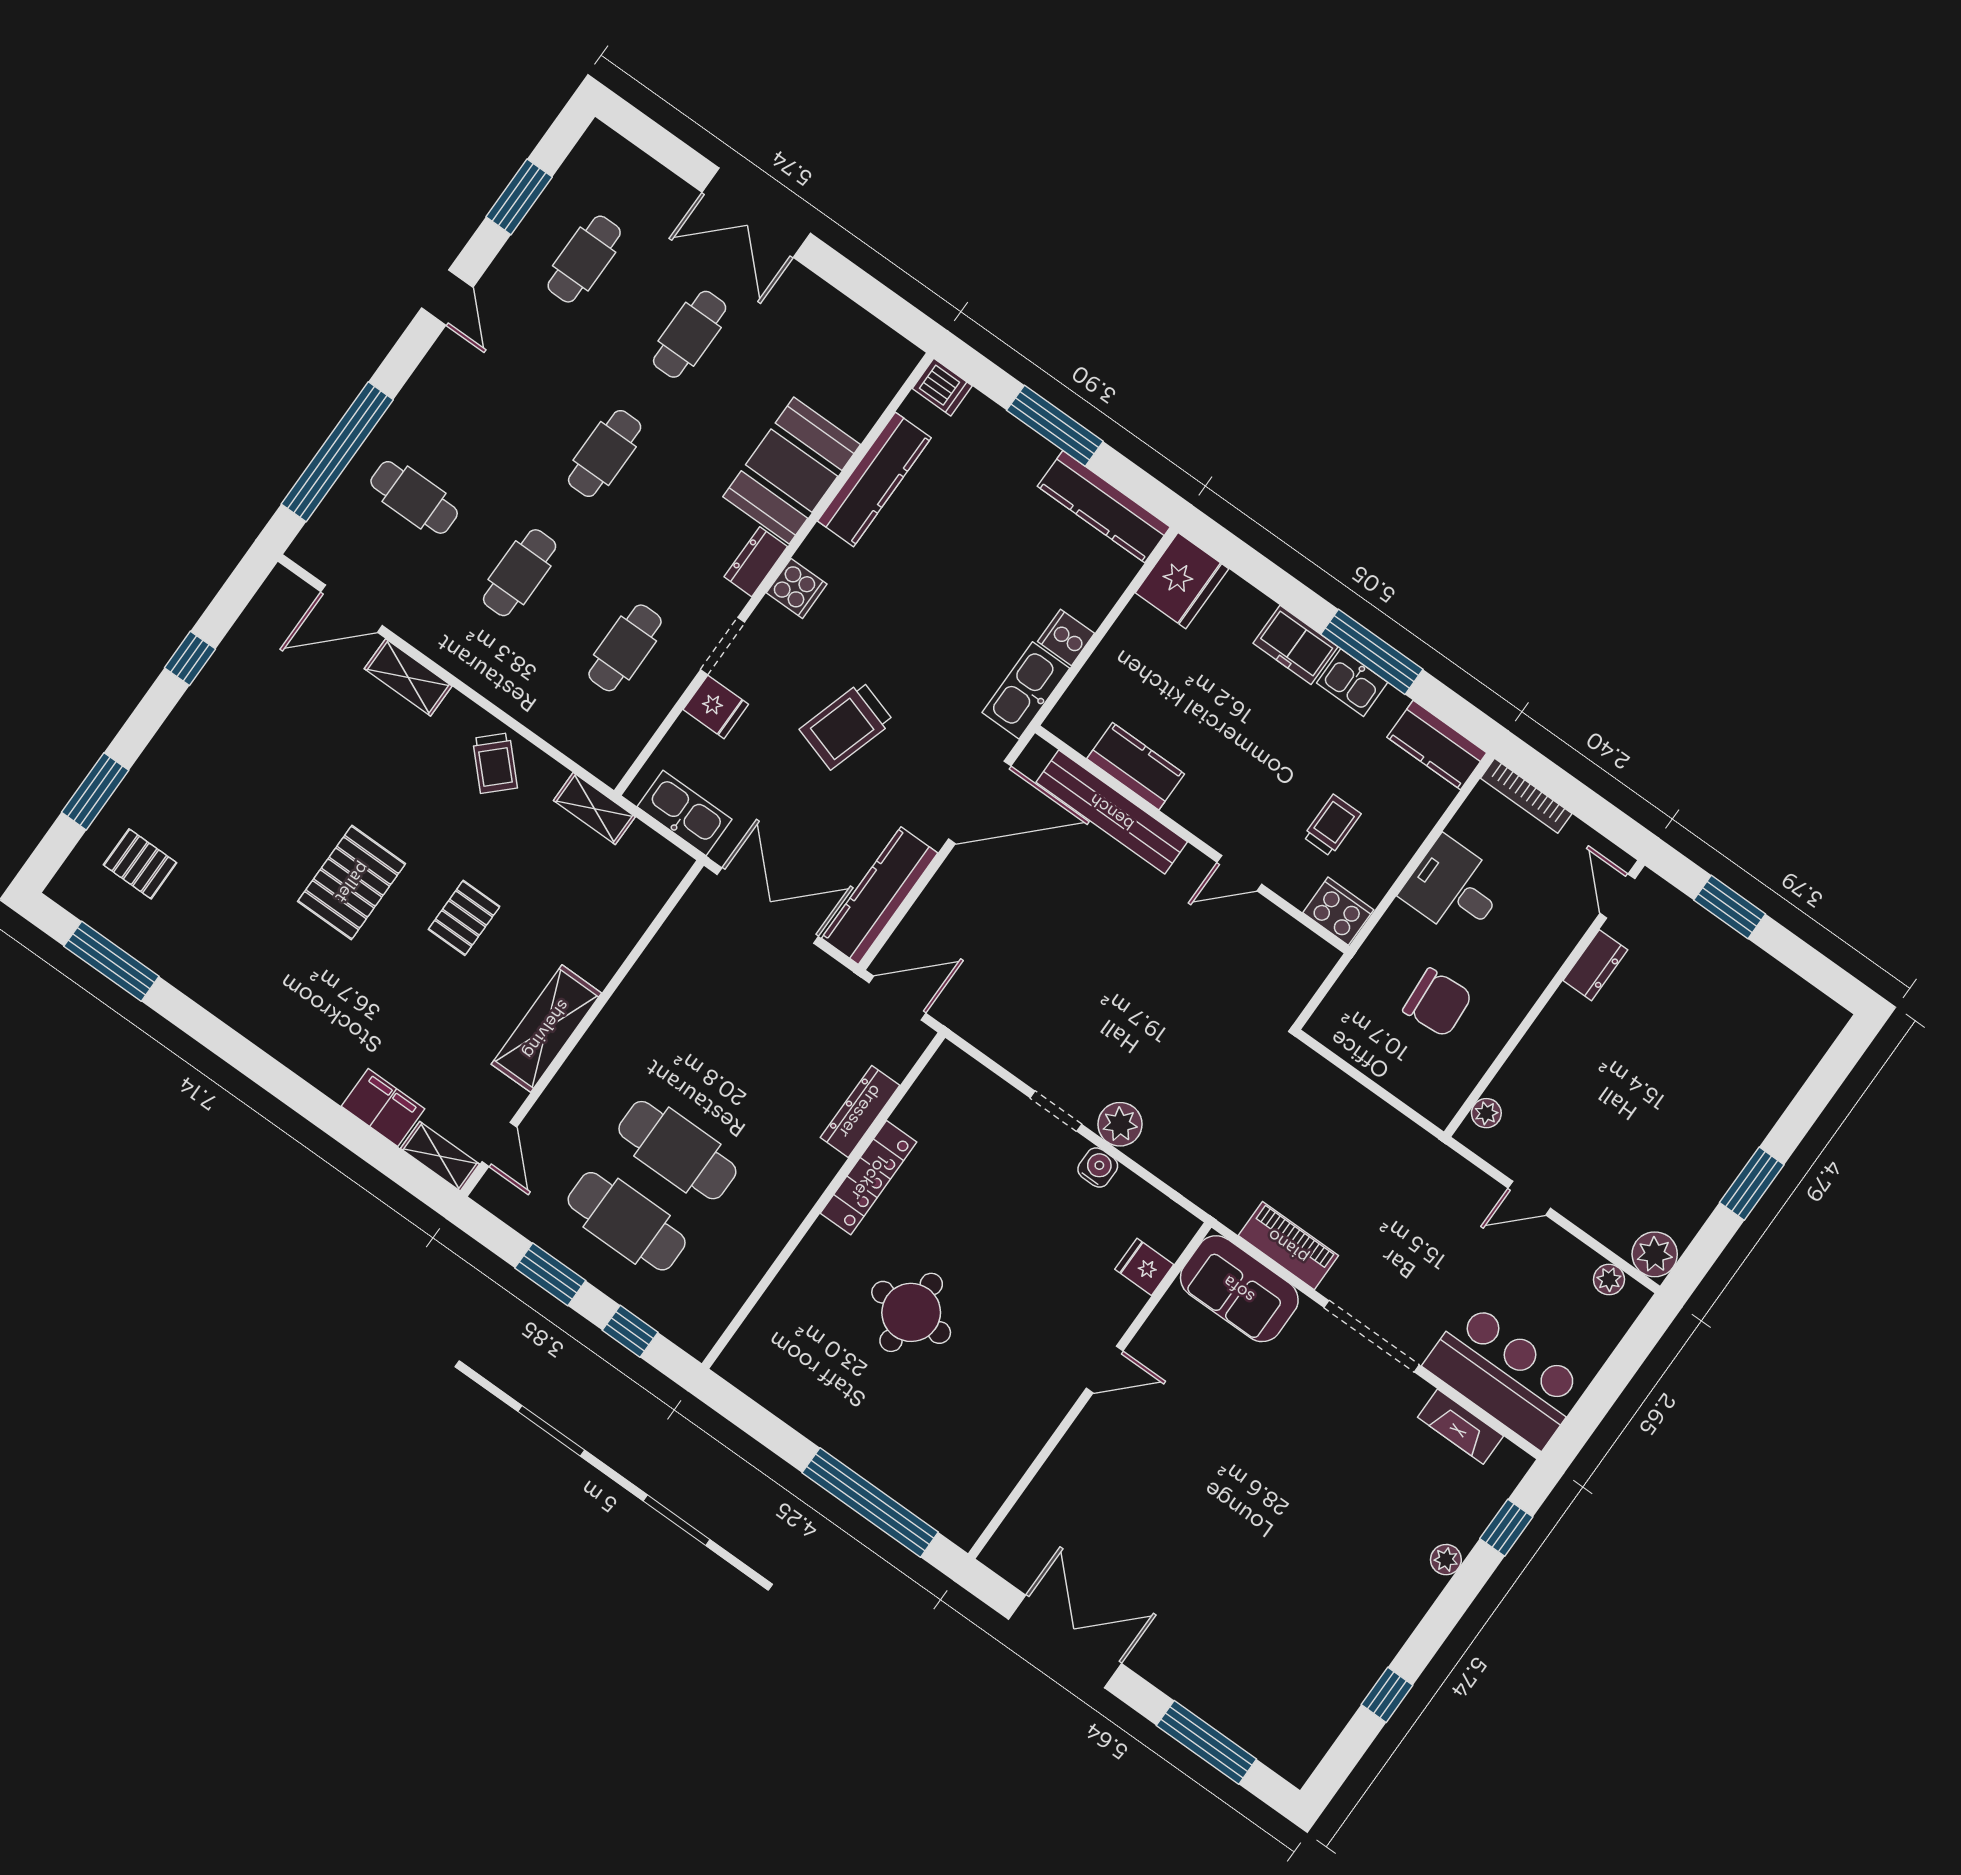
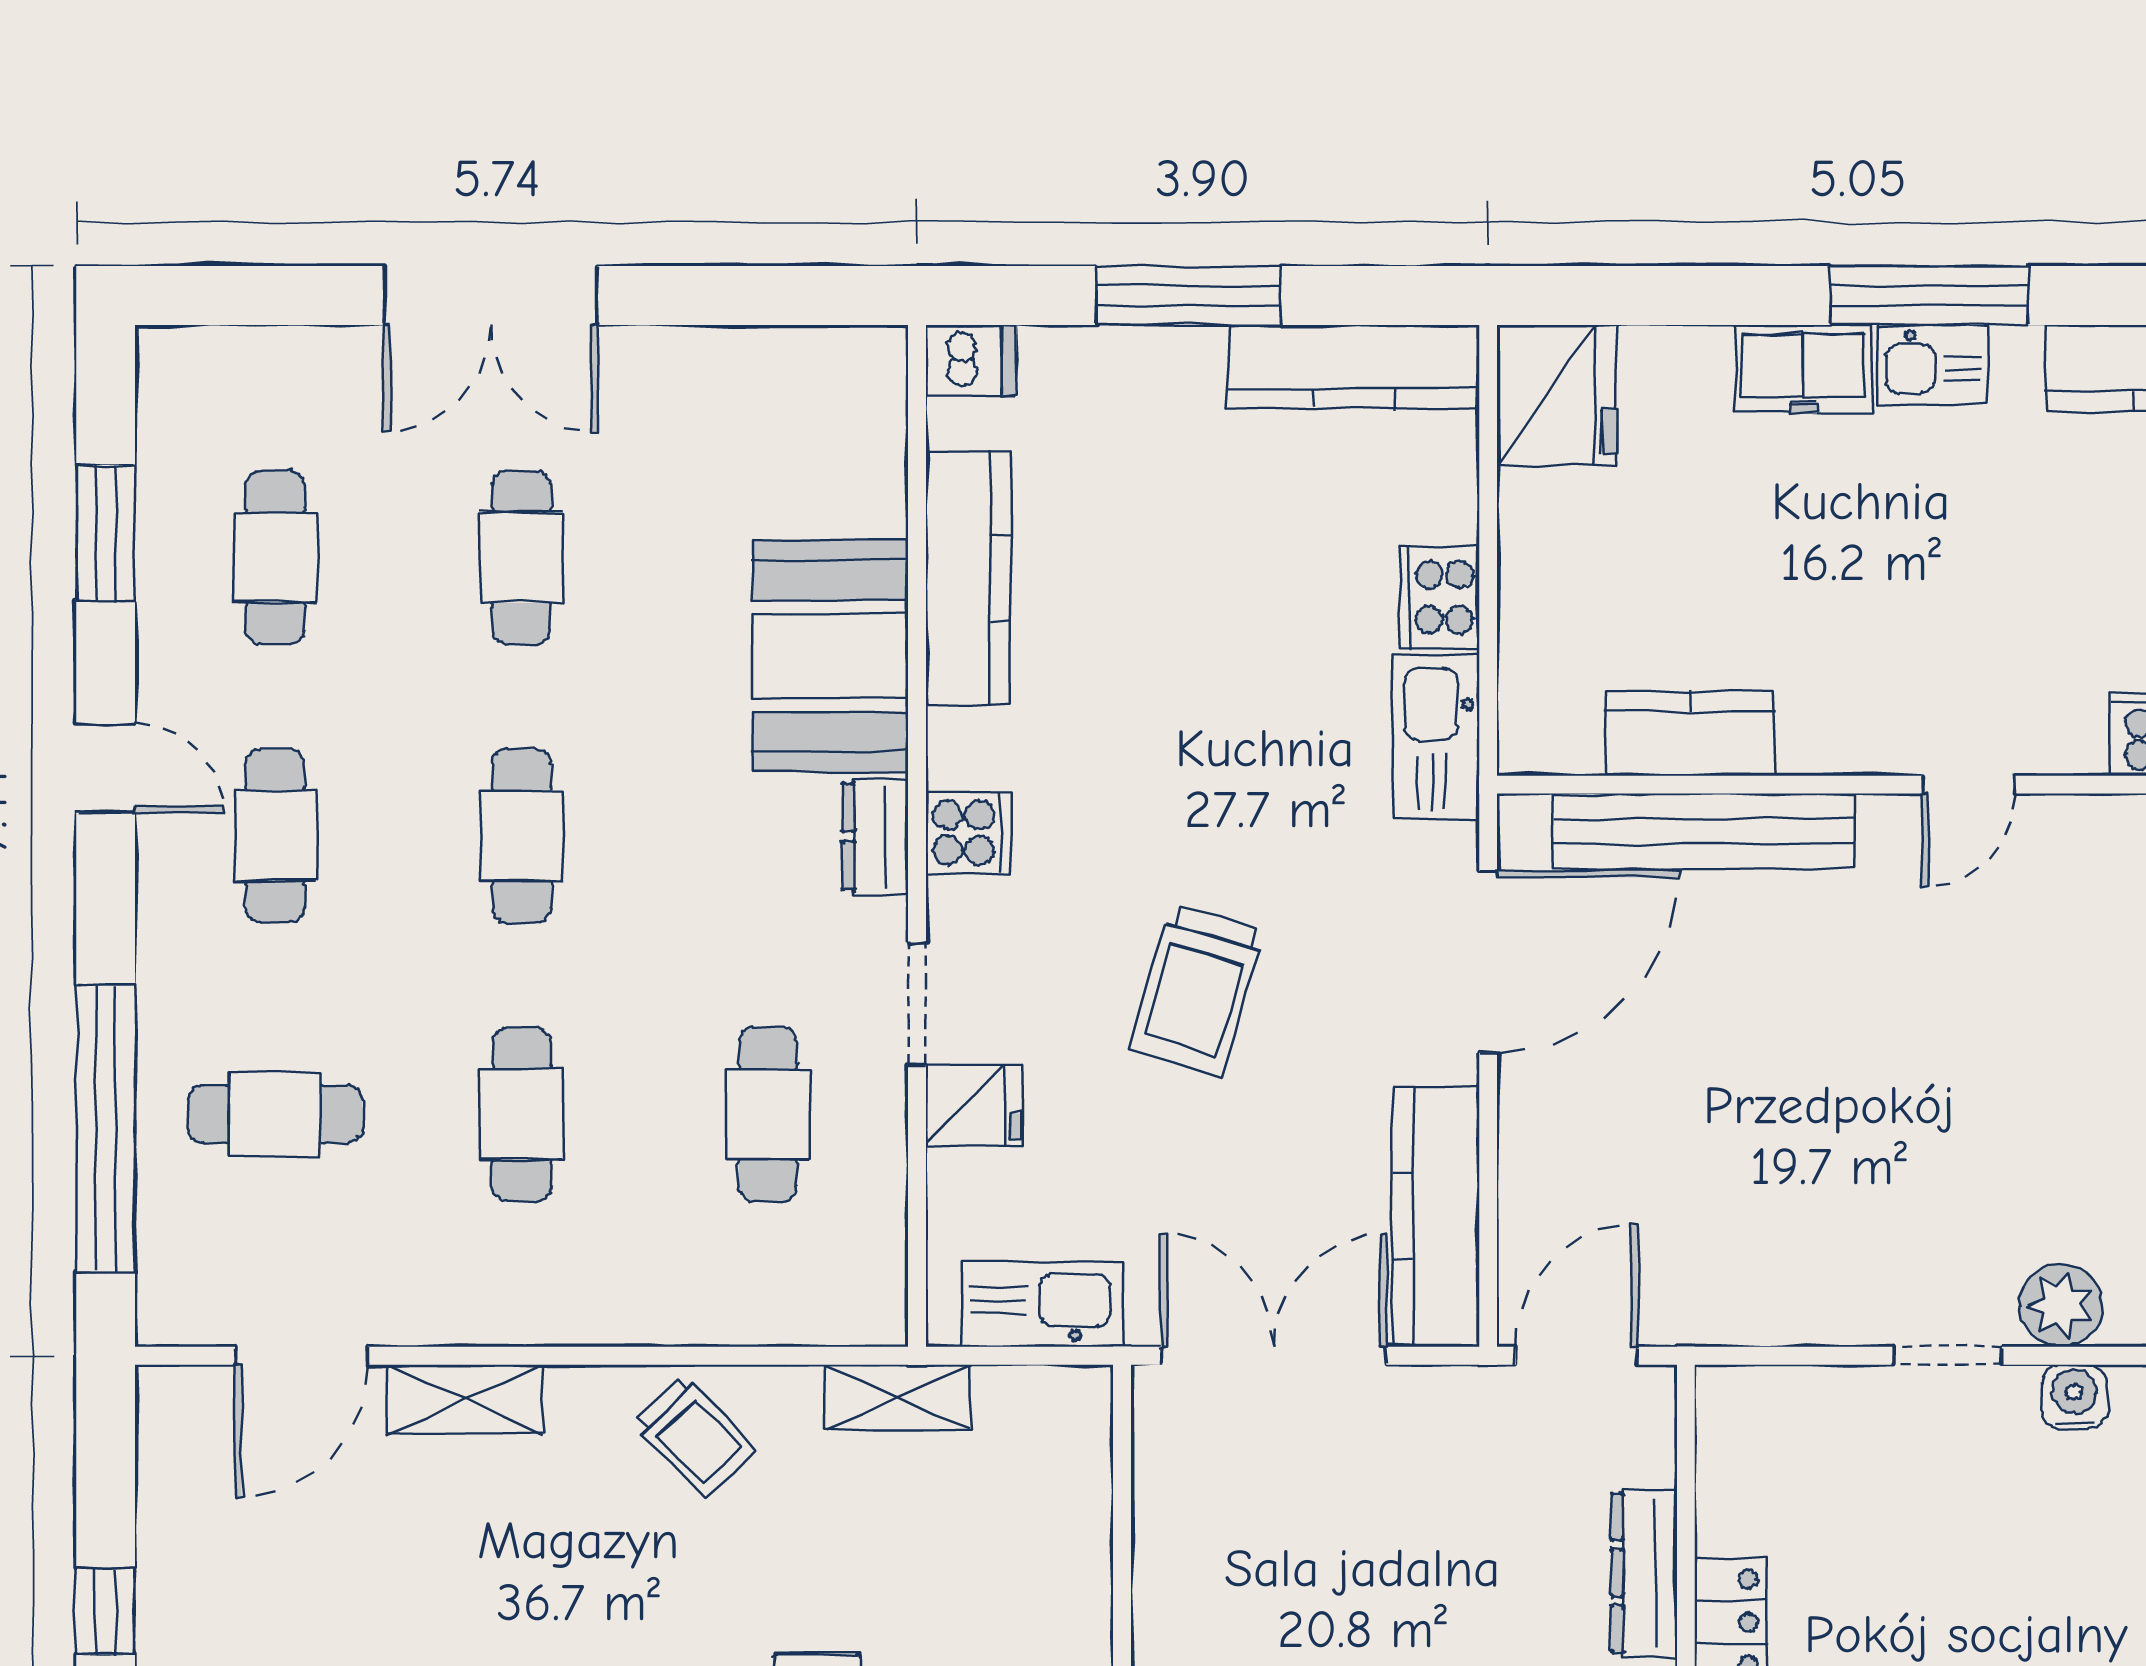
cafe table: (499, 378) -> (275, 836), added
cooker: (1066, 637) -> (1439, 597), width x1.36
trolley: (1332, 825) -> (2059, 608), removed

